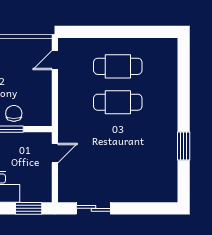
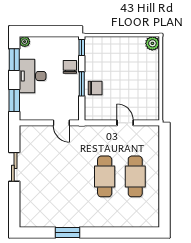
door: (55, 60) -> (125, 123), moved
sliding door: (93, 208) -> (14, 167), moved

